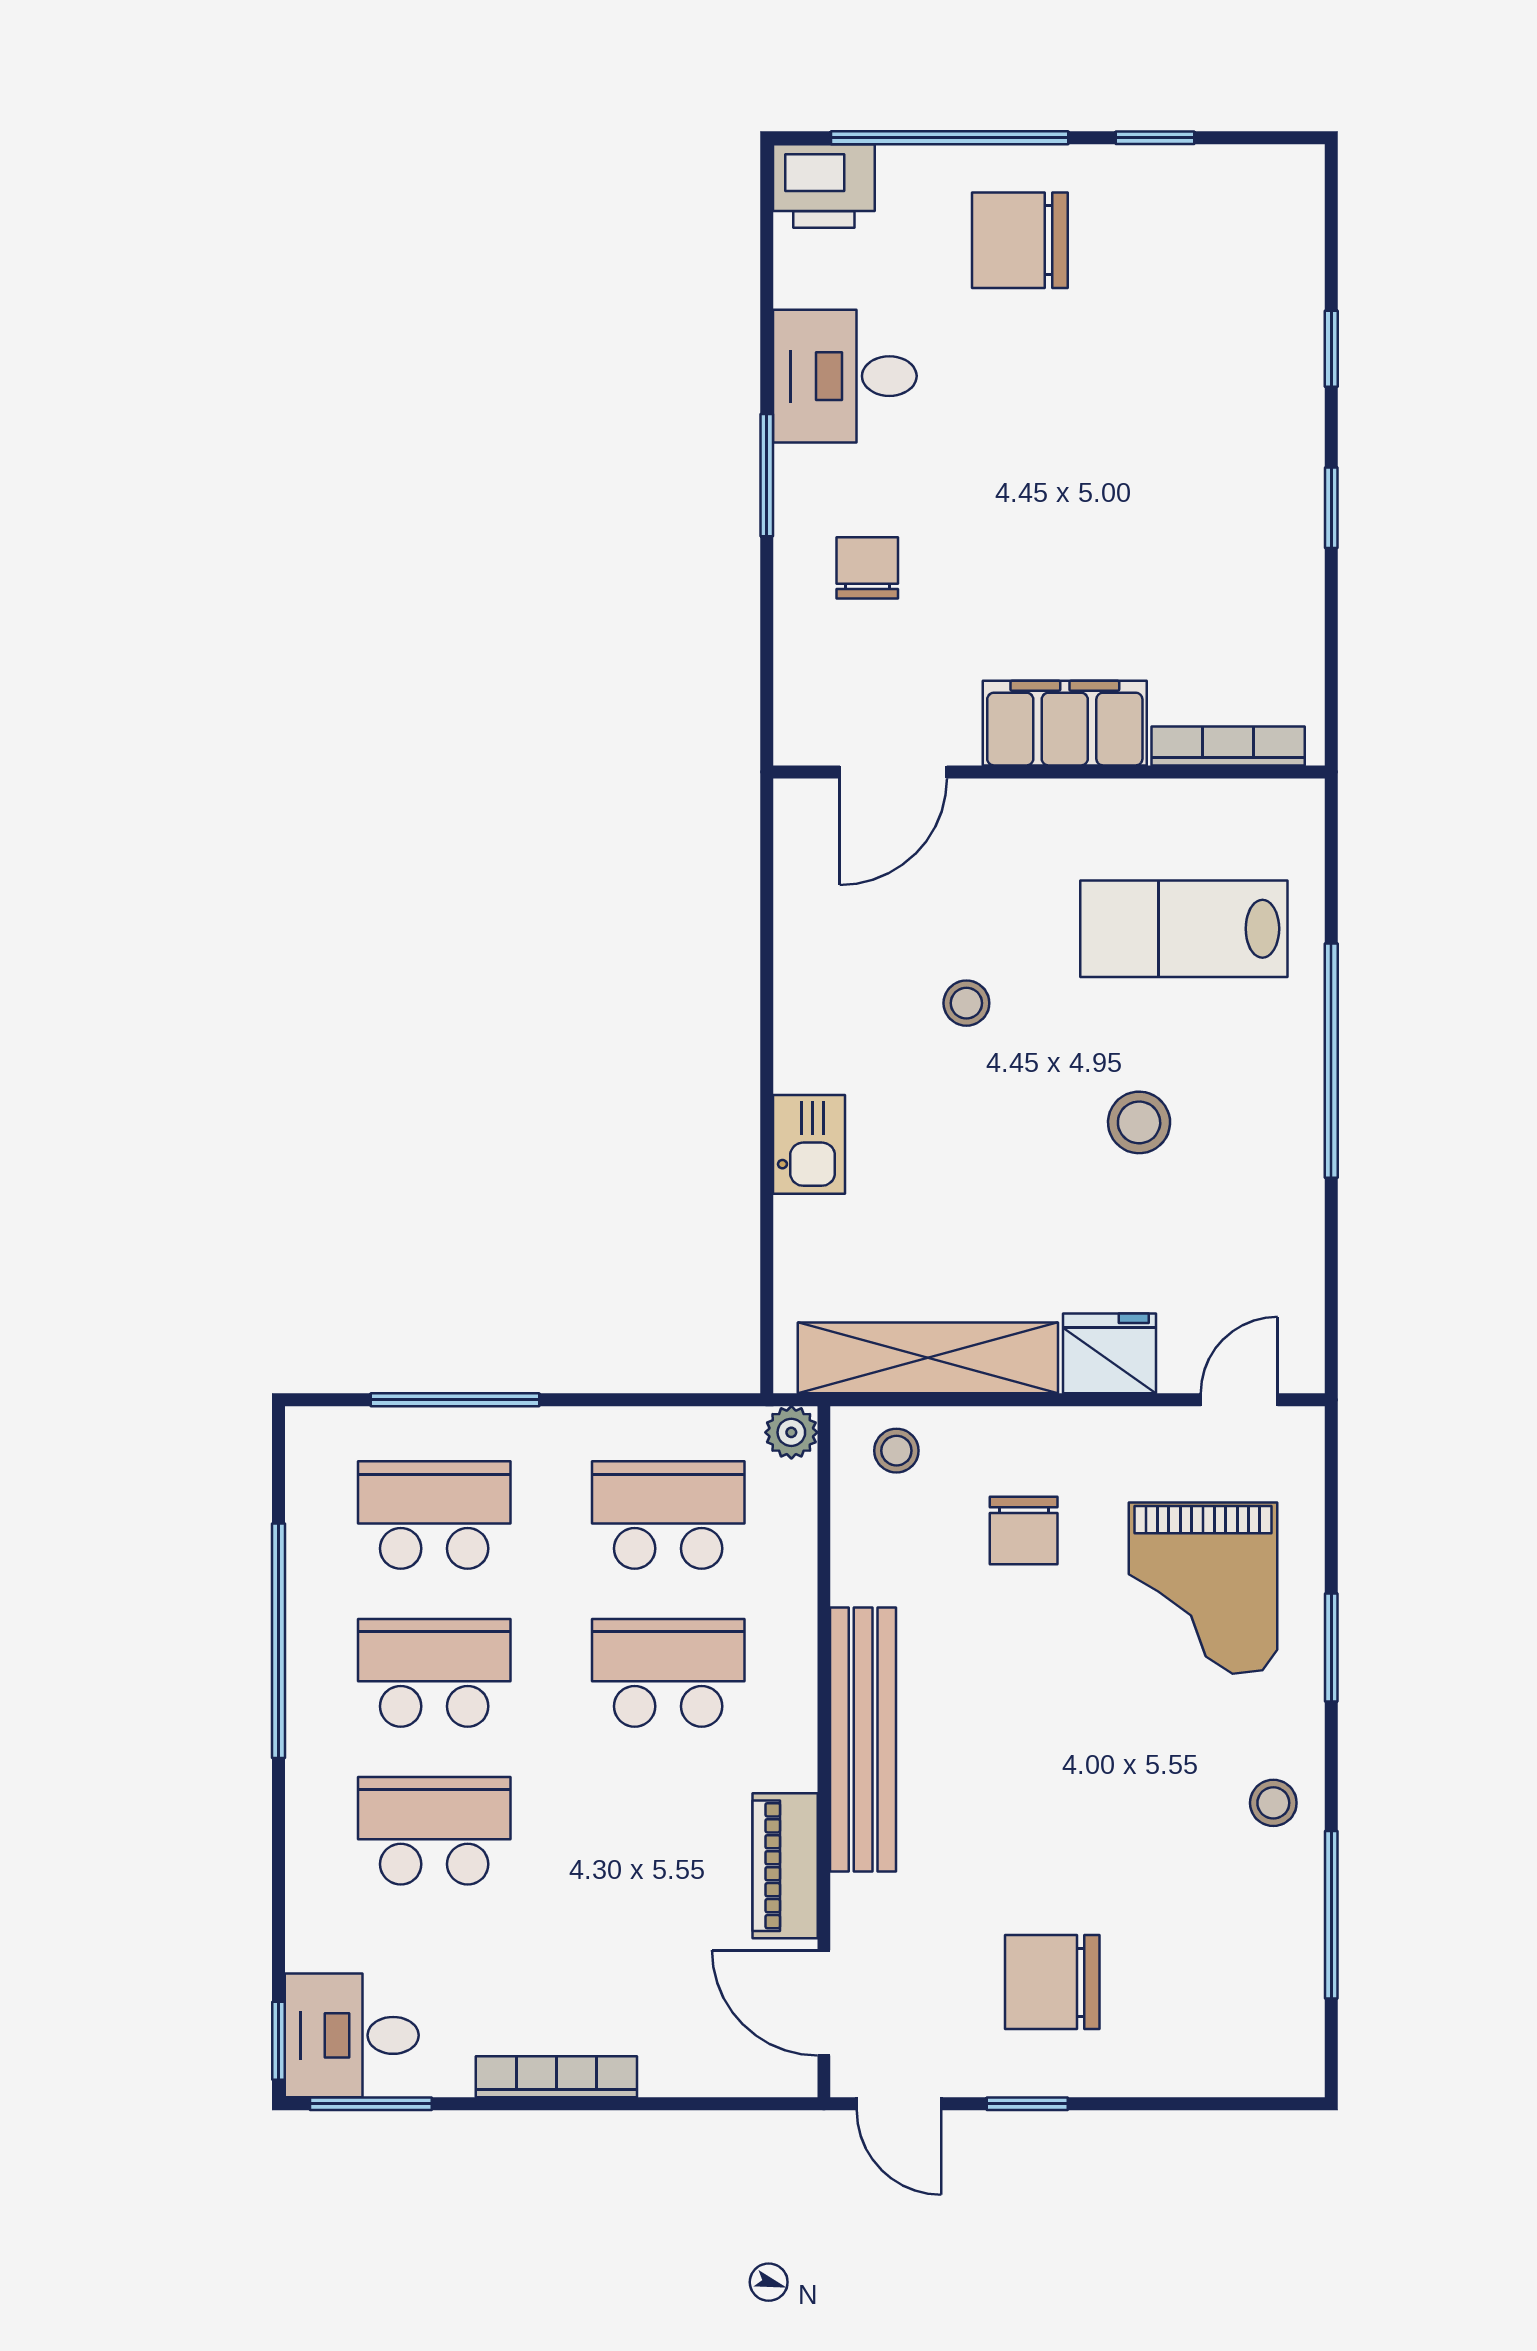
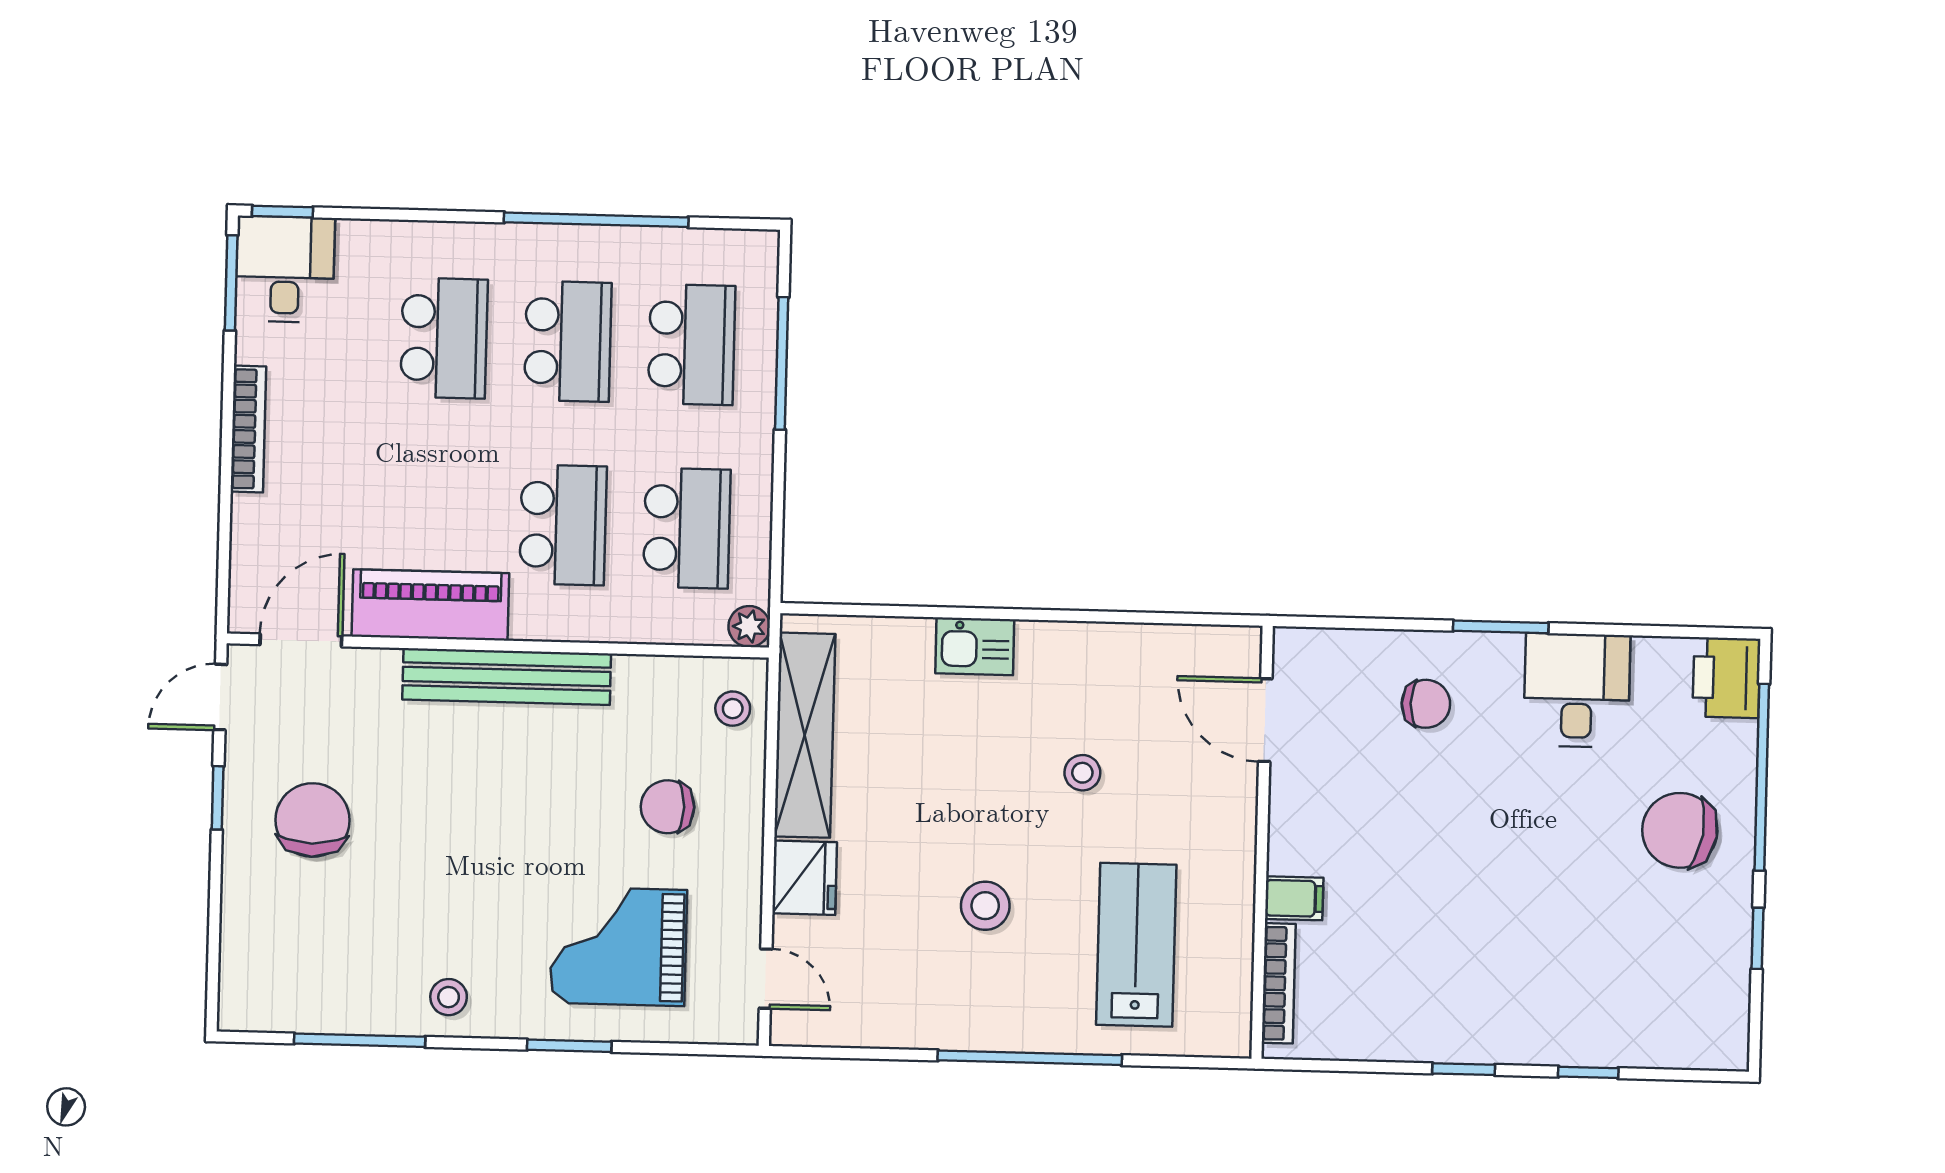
chair: (1020, 240) -> (1680, 830), turned -81
filing cabinet: (1065, 723) -> (1294, 898), width x0.33, depth x0.86
piano: (785, 1866) -> (430, 605), width x1.37, depth x1.33

